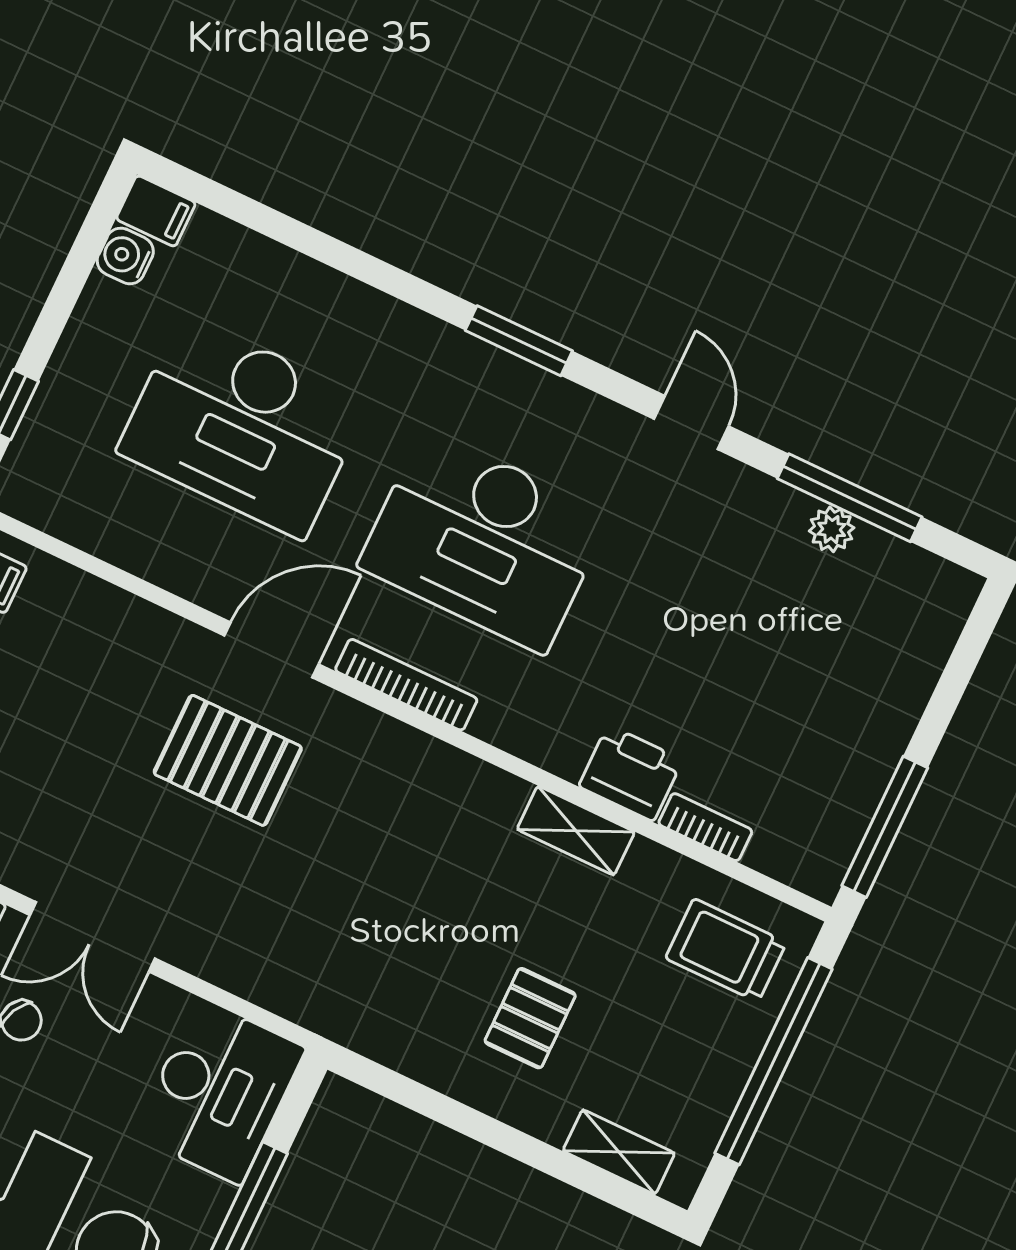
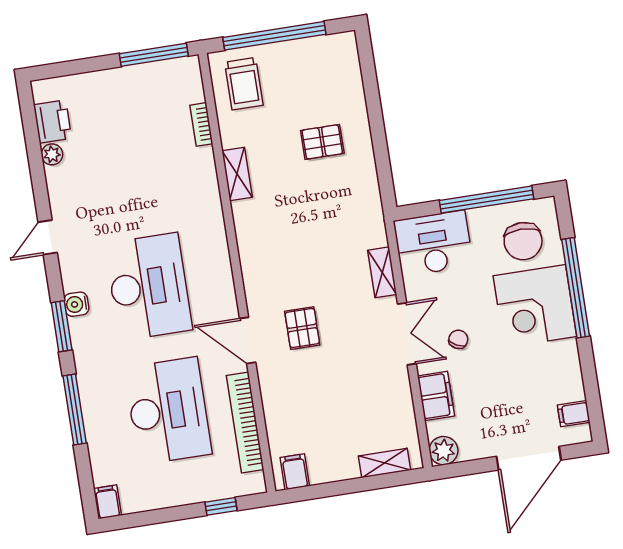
water cooler: (125, 256) -> (76, 304), moved, turned 90
window: (850, 498) -> (75, 410), moved
bookcase: (406, 685) -> (245, 422), moved, width x1.48, depth x1.31
pallet: (228, 760) -> (302, 328), width x0.67, depth x0.71
printer: (631, 773) -> (53, 121), moved, turned 180
shelving: (619, 1152) -> (382, 272), moved

